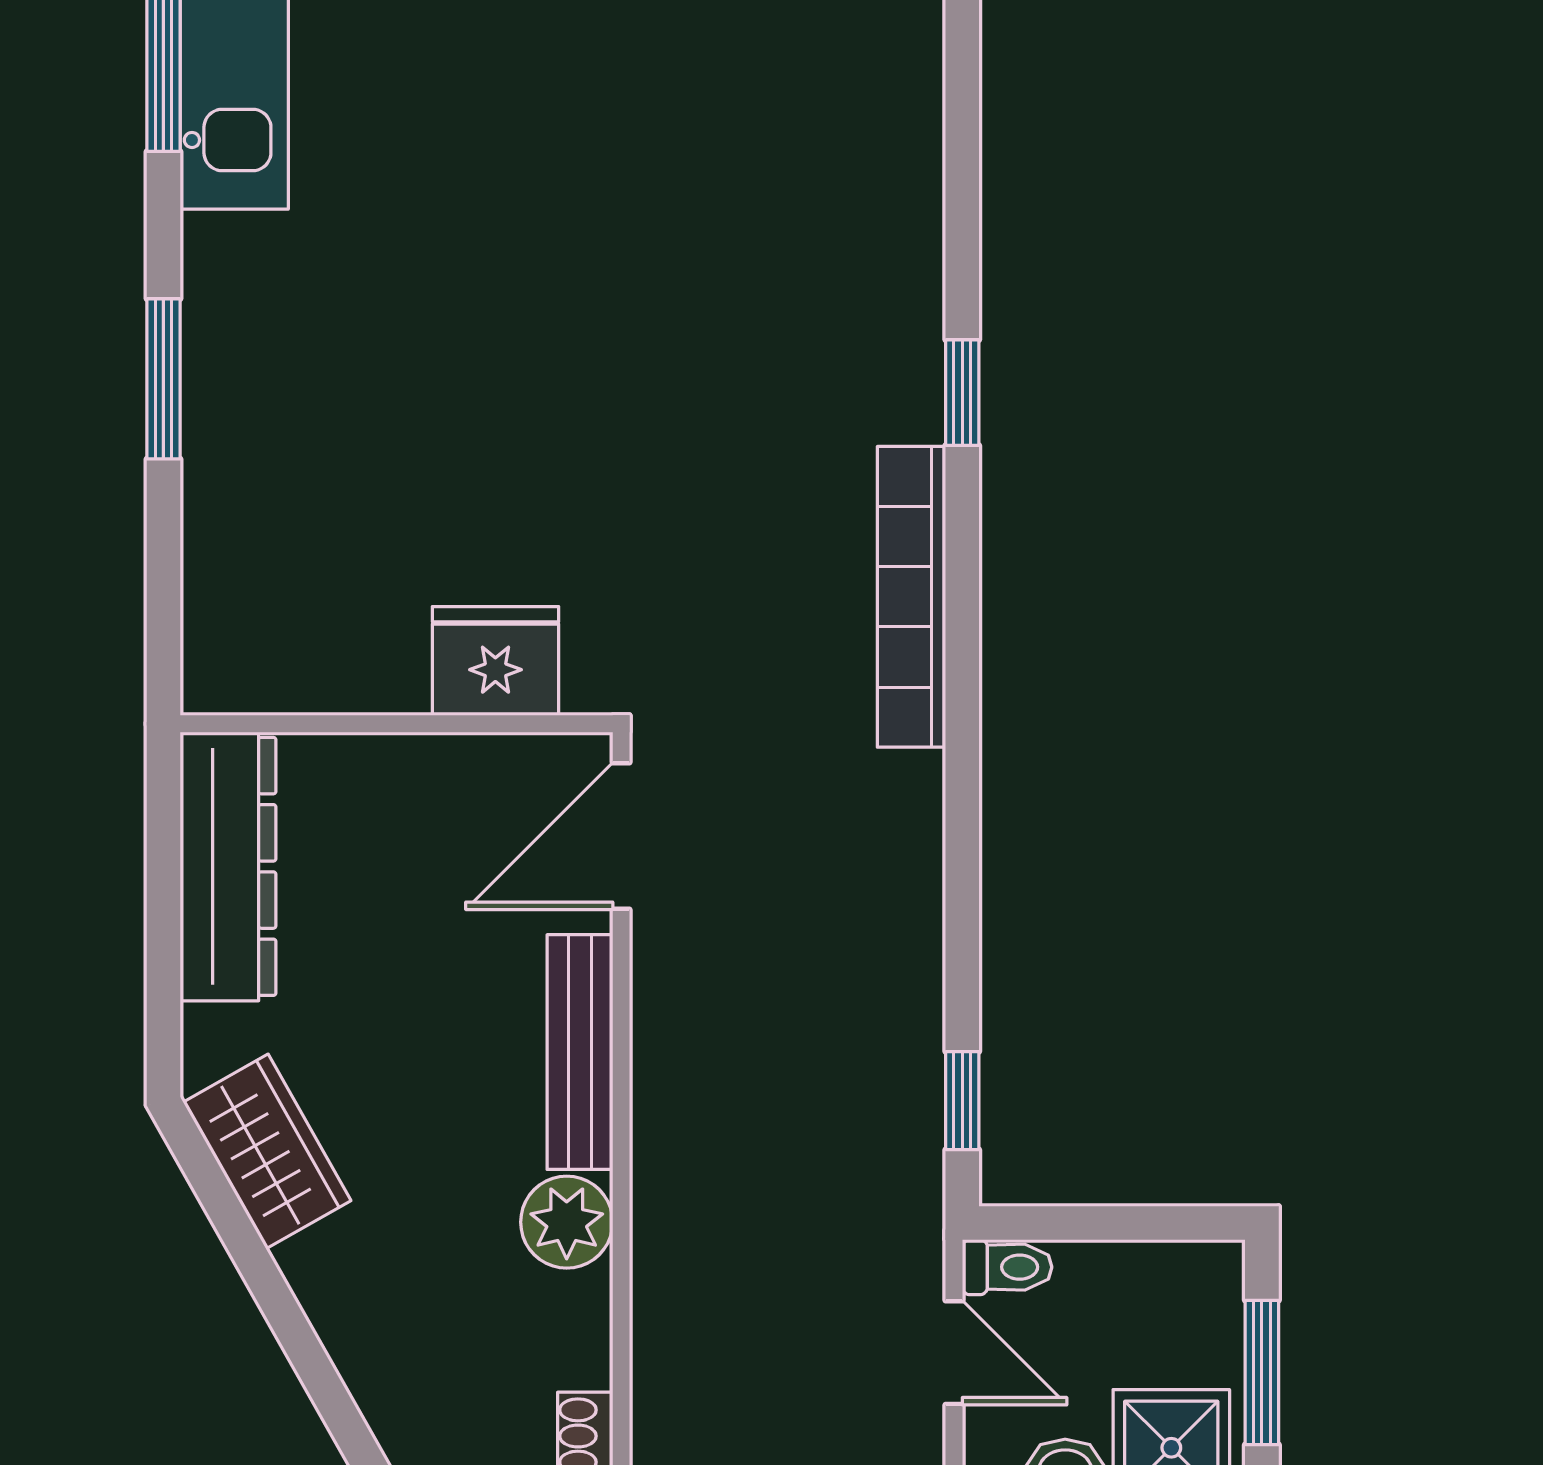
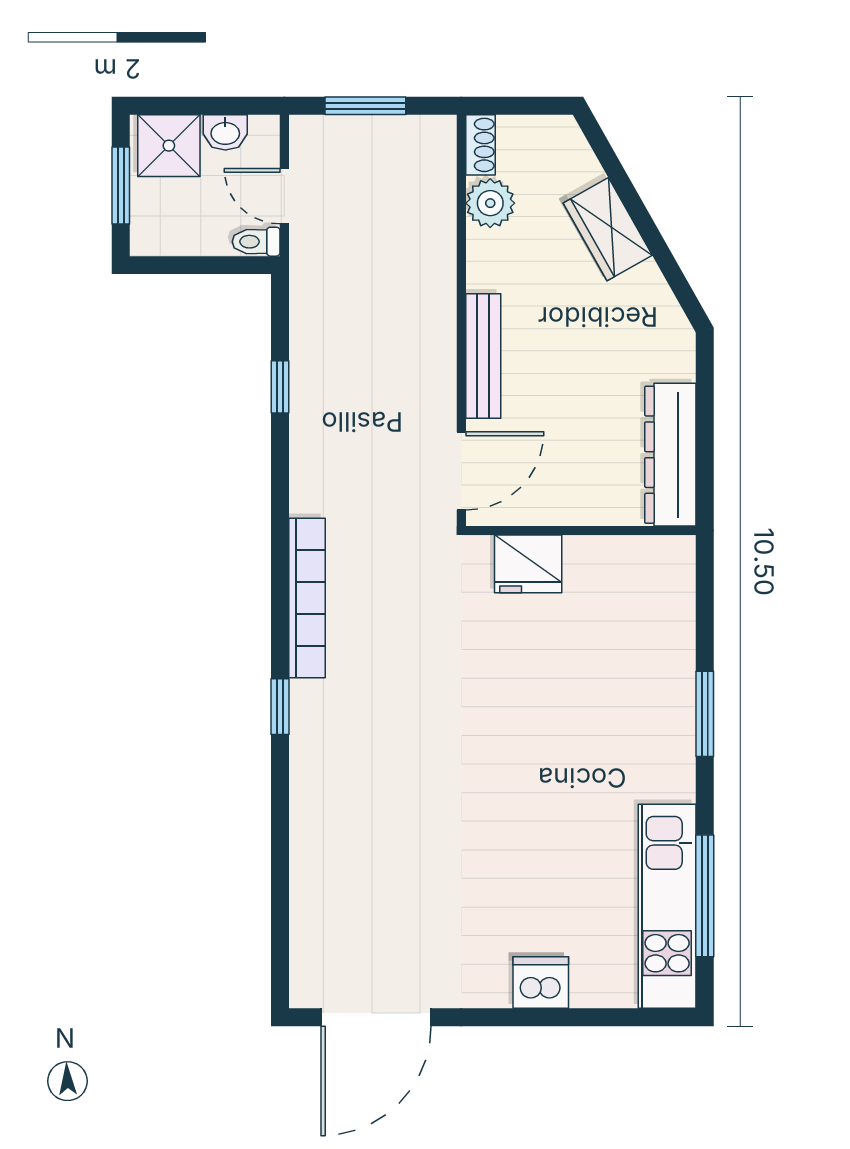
window: (962, 1101) -> (280, 387), moved
wardrobe: (267, 1151) -> (608, 229), moved
plant: (567, 1222) -> (490, 203), moved

